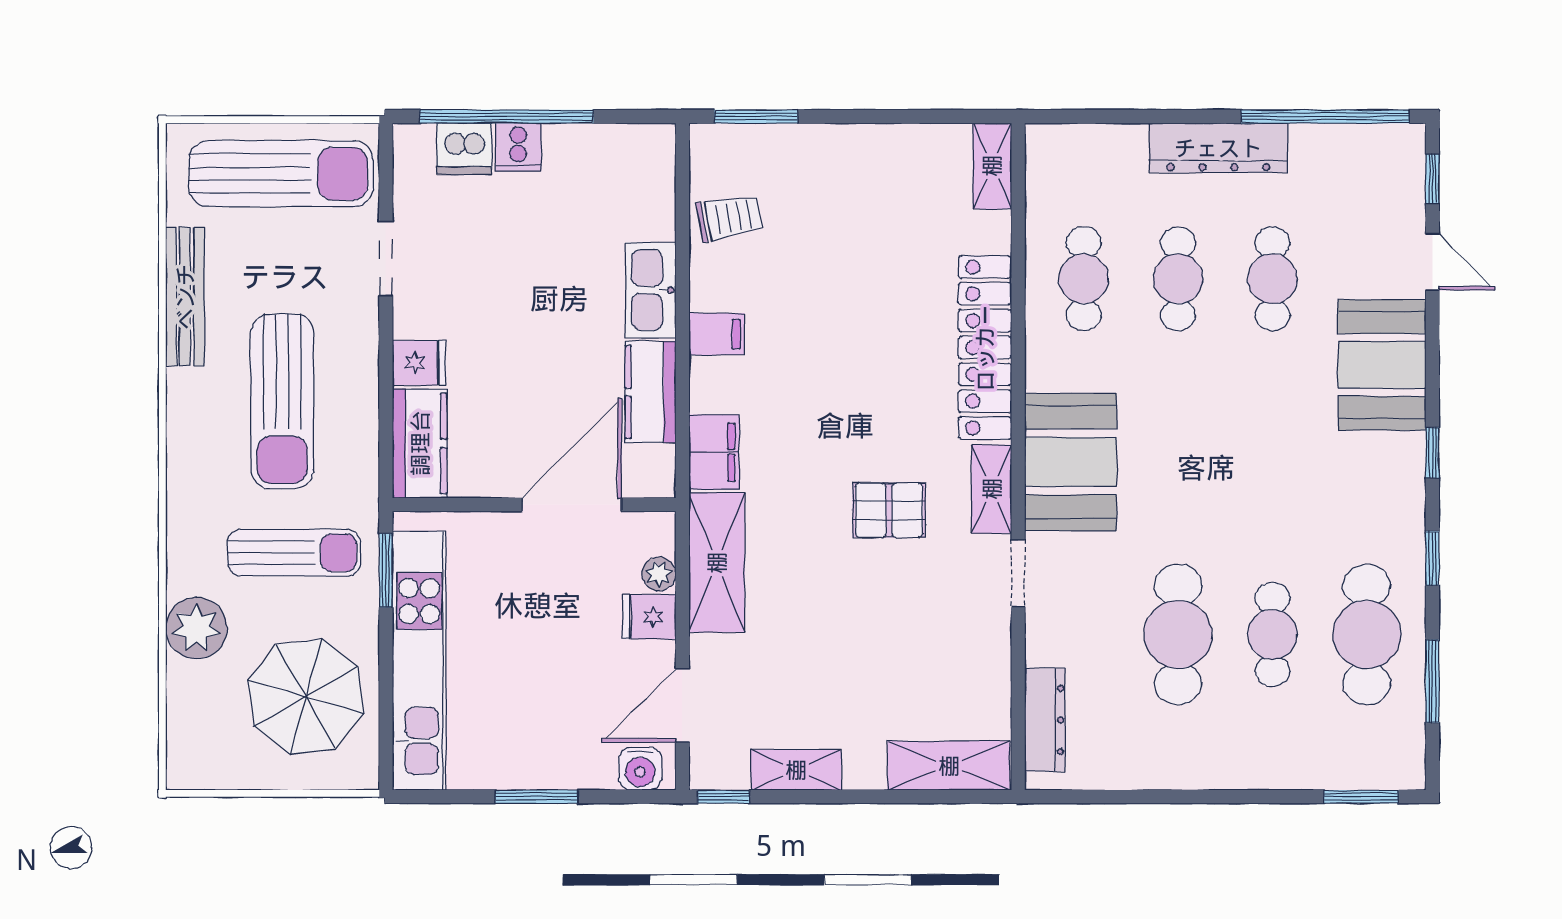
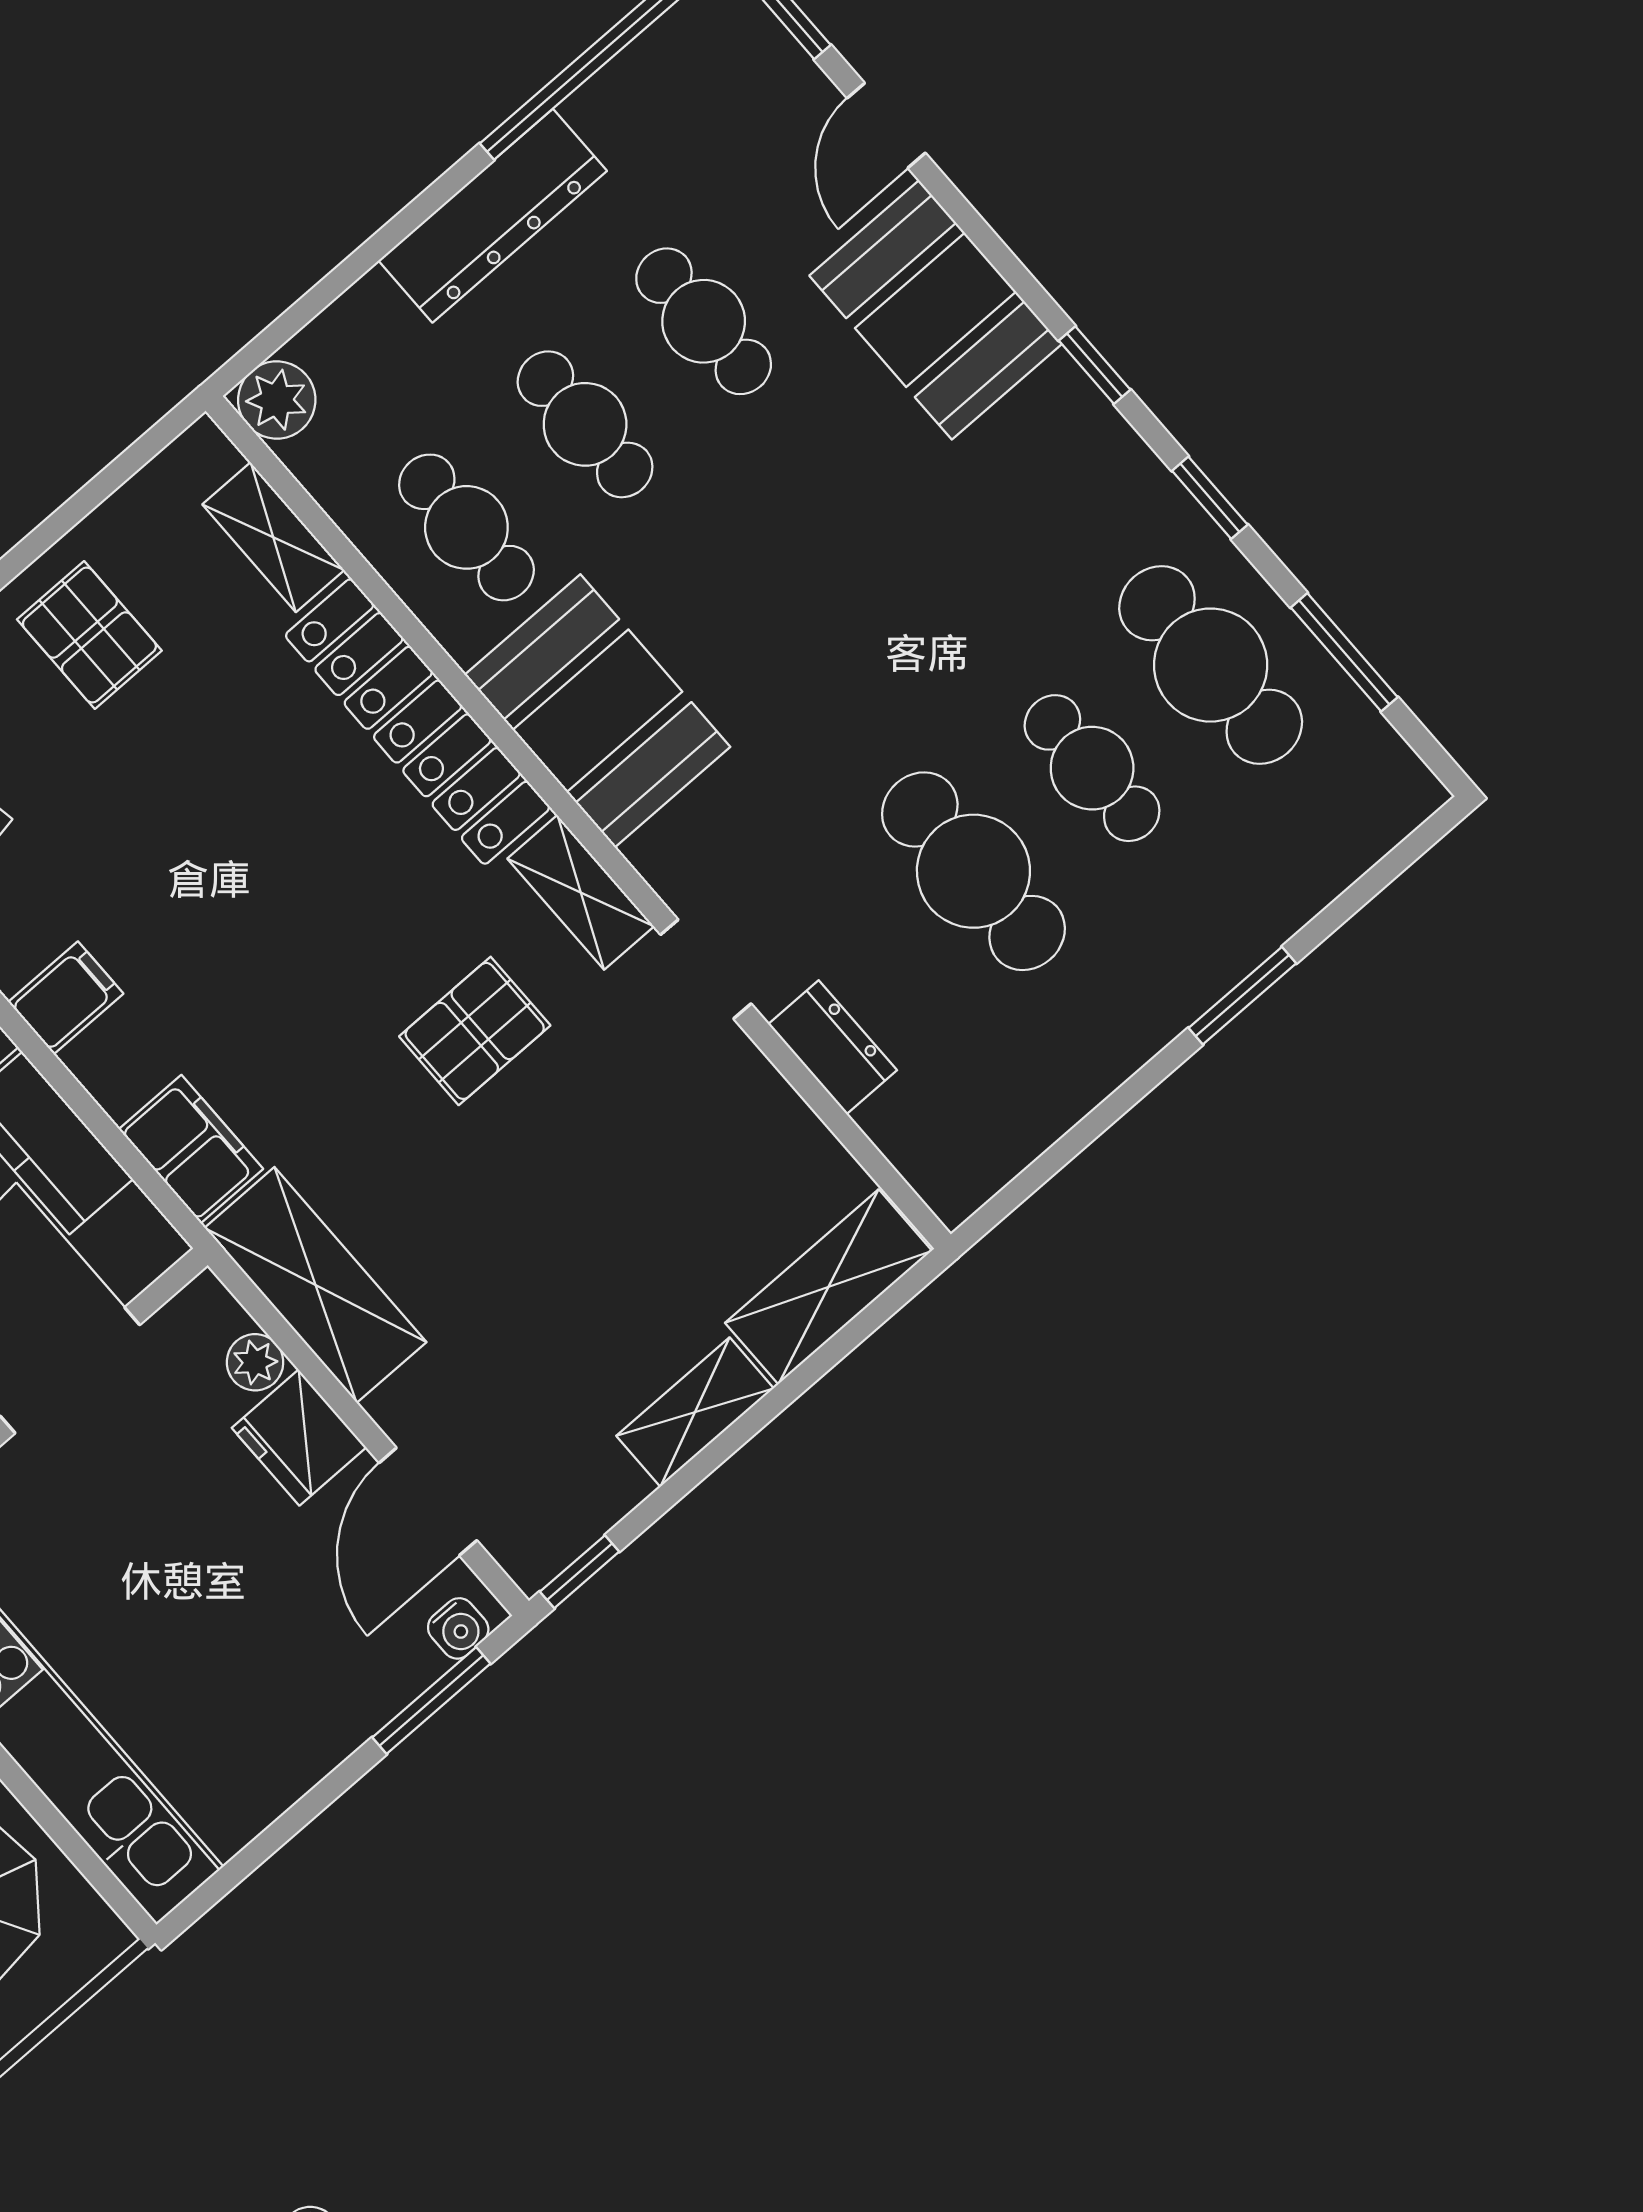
plant: (1048, 146) -> (277, 400), added
shelving: (992, 166) -> (273, 537), moved
pallet: (870, 179) -> (89, 635), added
door: (1432, 262) -> (886, 125), swing flipped
booth: (1071, 462) -> (597, 711), moved
fridge: (649, 617) -> (299, 1438), width x1.38
dresser: (1045, 720) -> (833, 1047), moved, width x0.70
water cooler: (640, 769) -> (458, 1628), width x0.72, depth x0.72
shelving: (796, 770) -> (695, 1412), moved
window: (537, 797) -> (431, 1700), moved
window: (1361, 797) -> (1242, 996), moved

